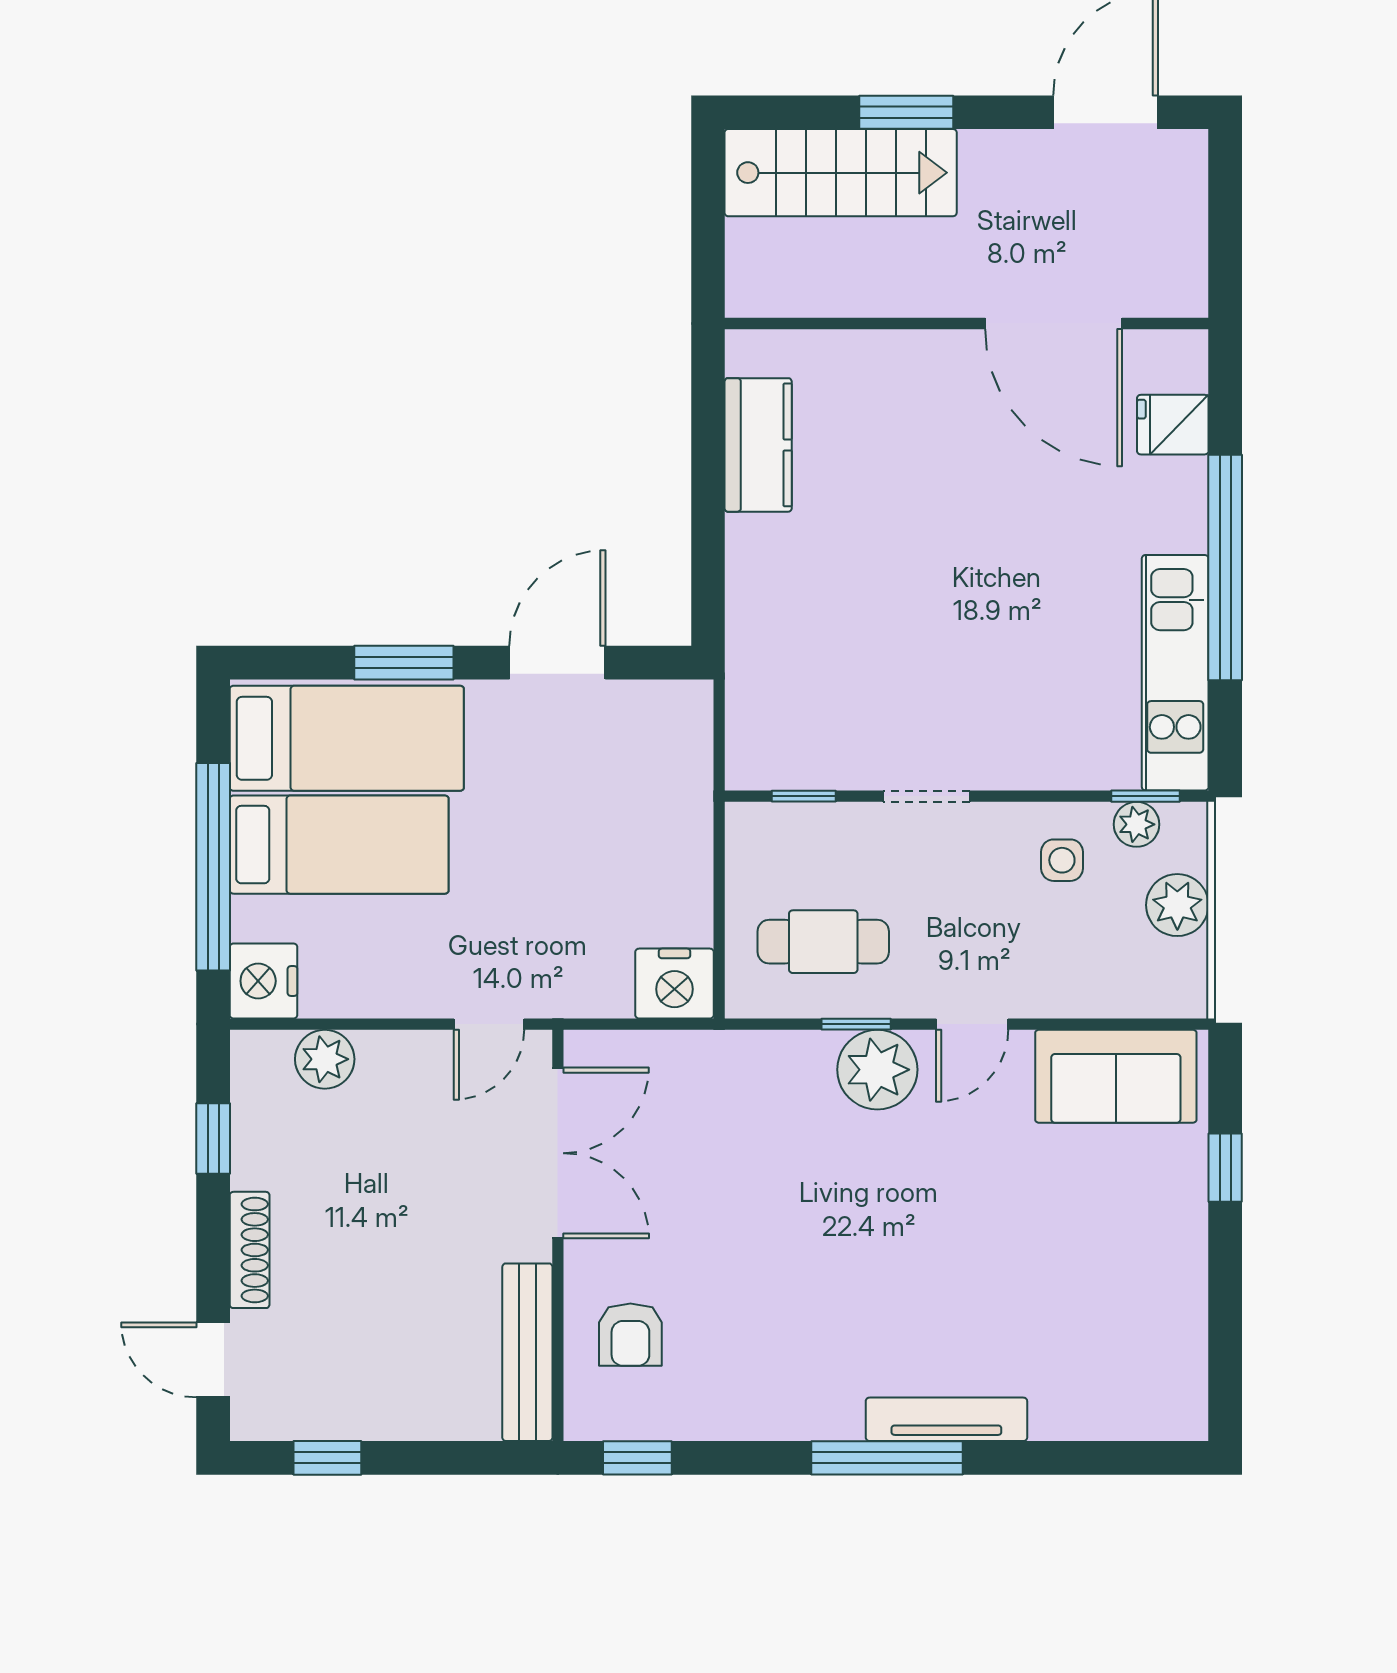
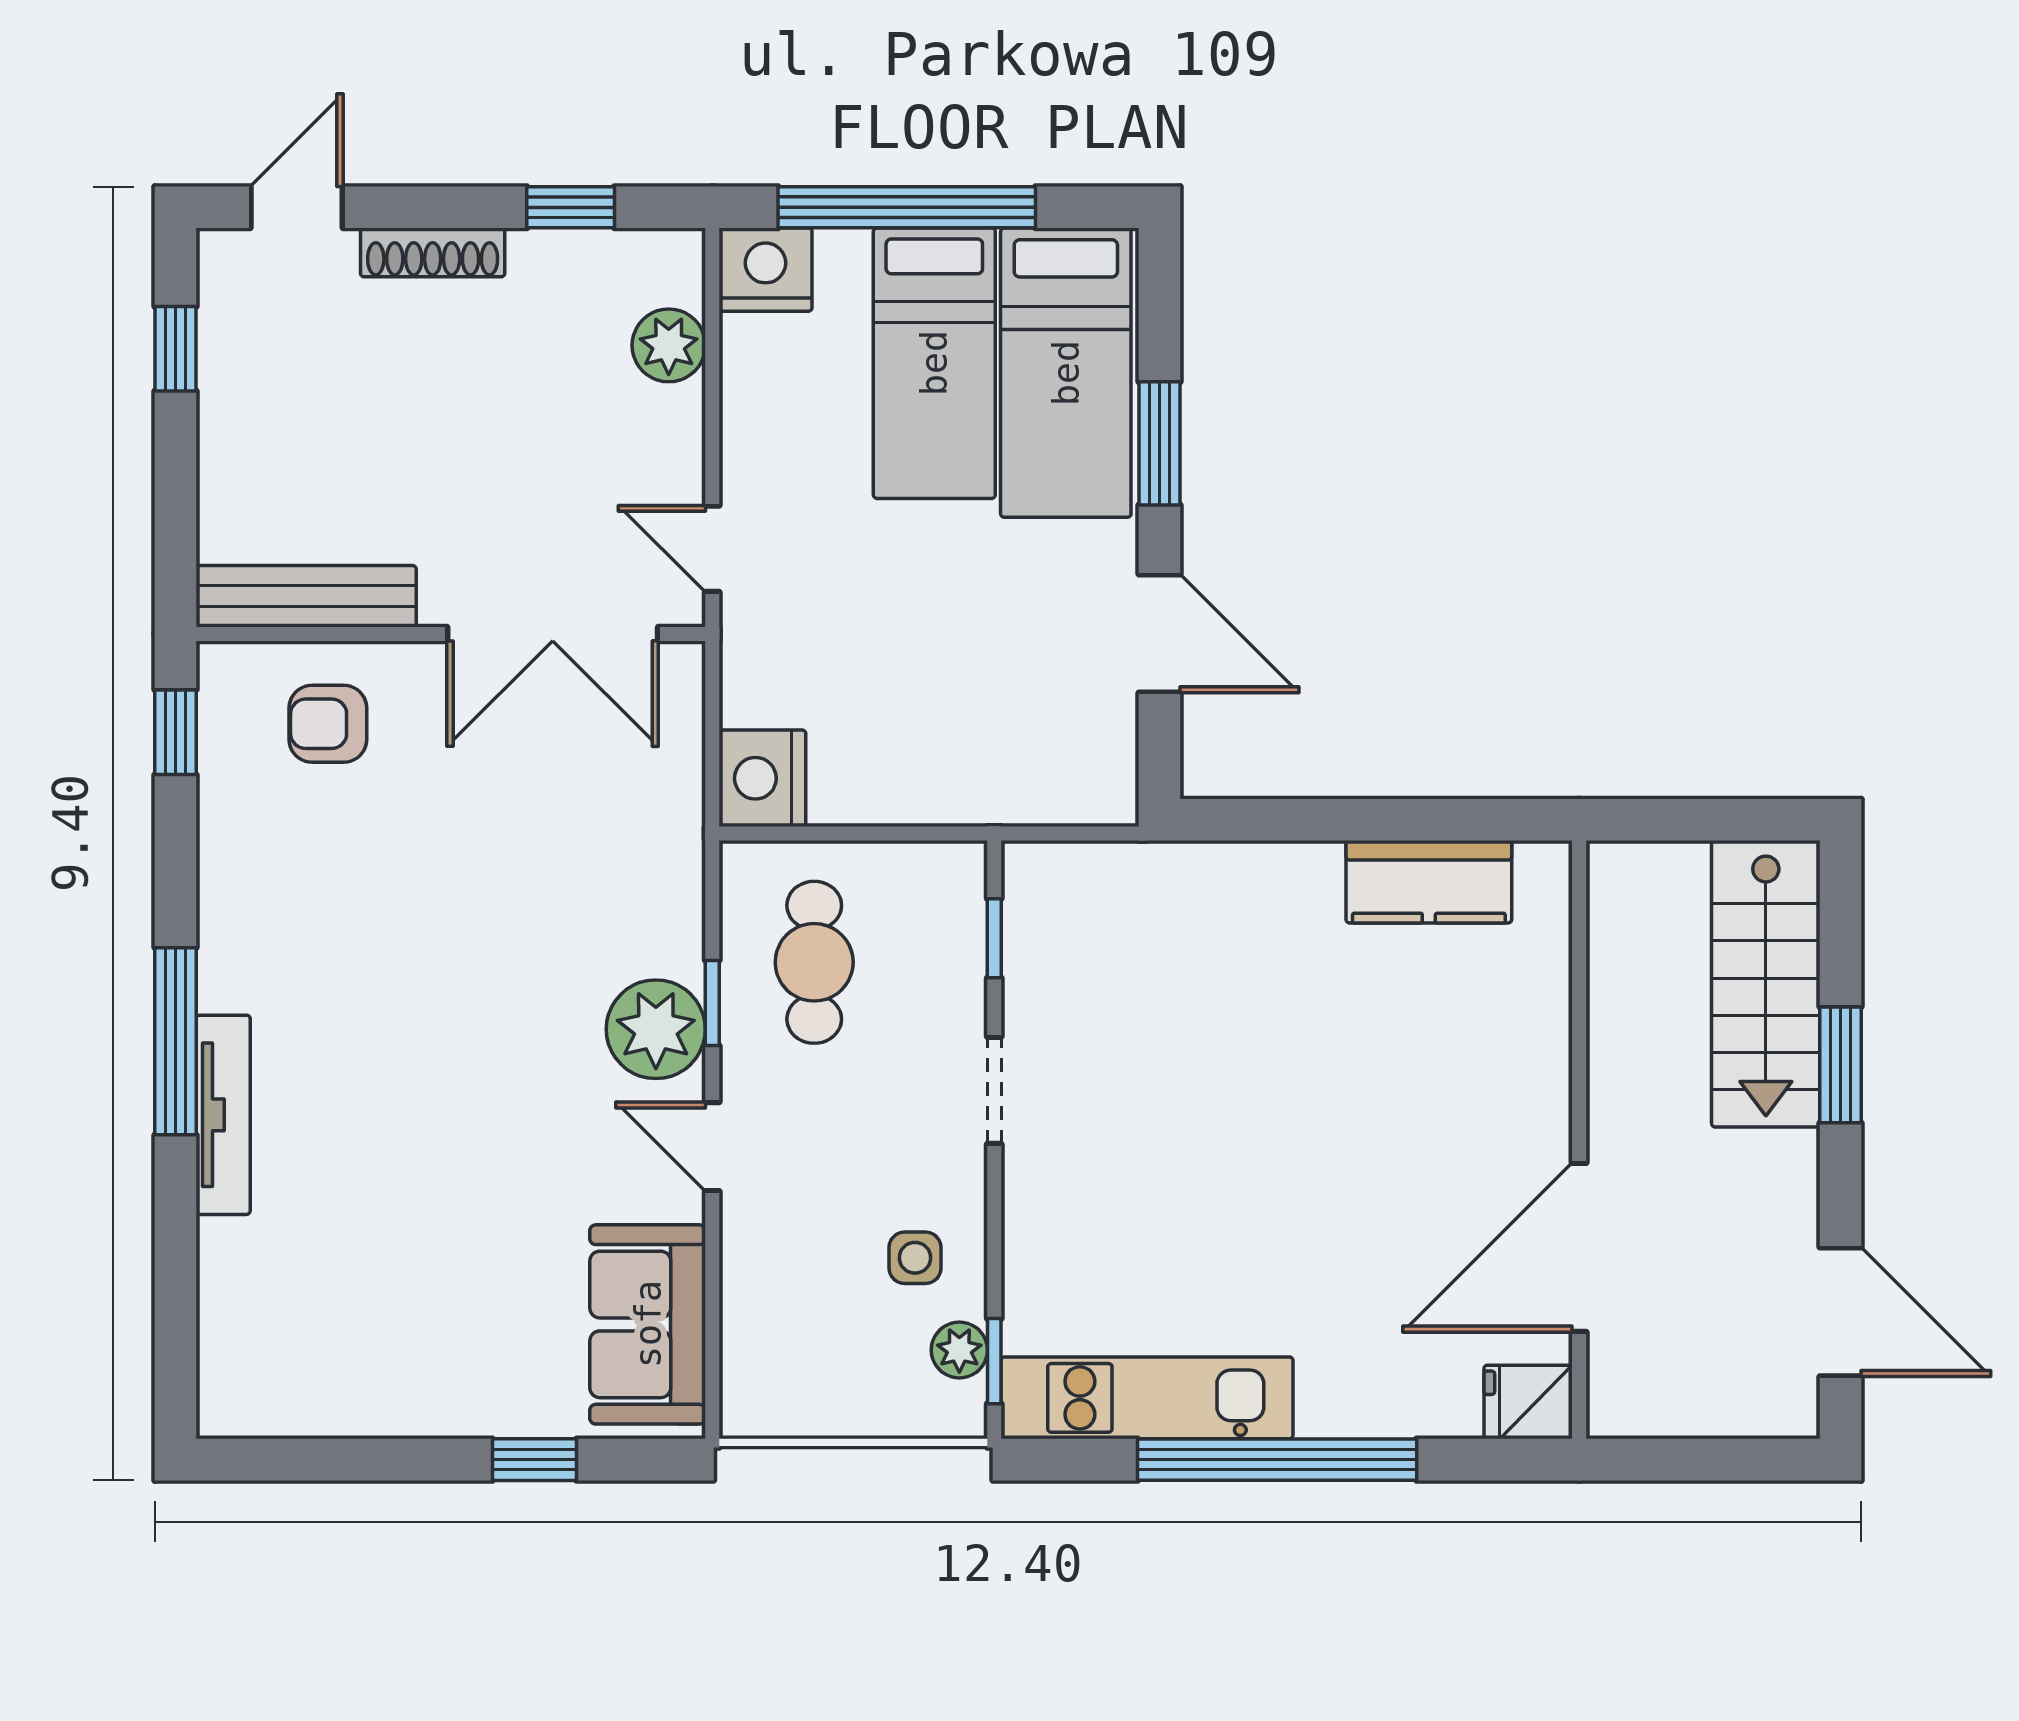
fridge: (1173, 425) -> (1528, 1402), moved, turned -90
plant: (1177, 905) -> (859, 1400), removed

